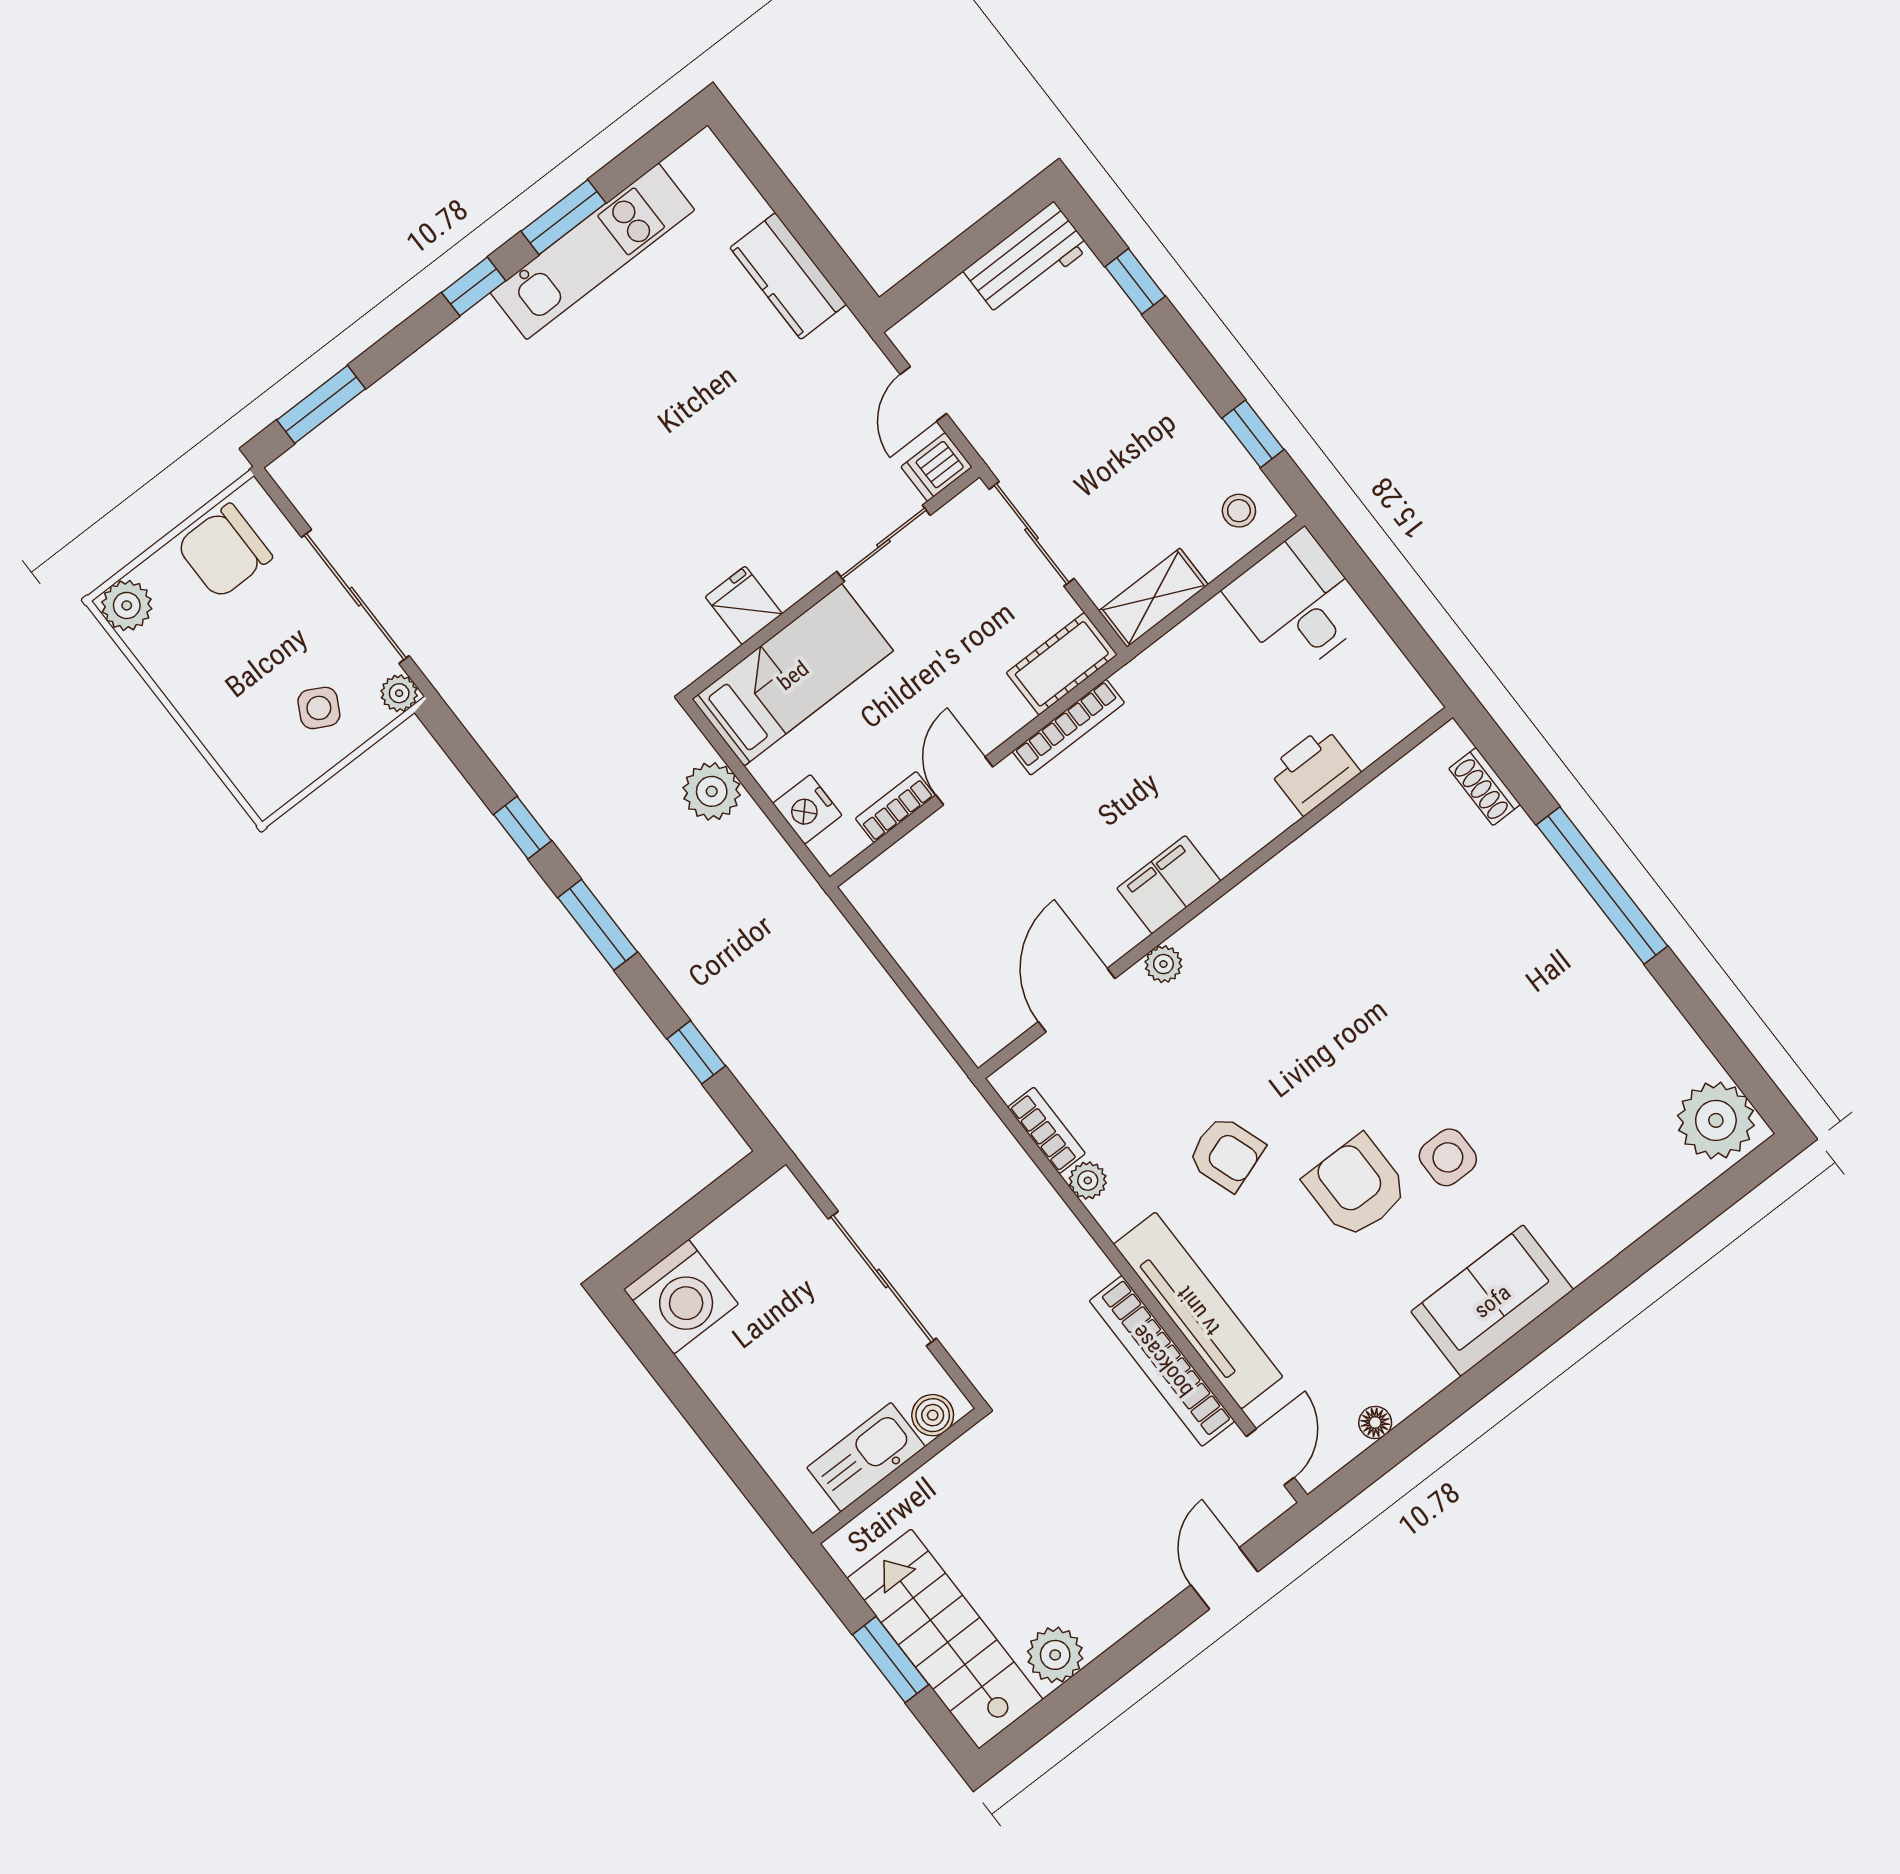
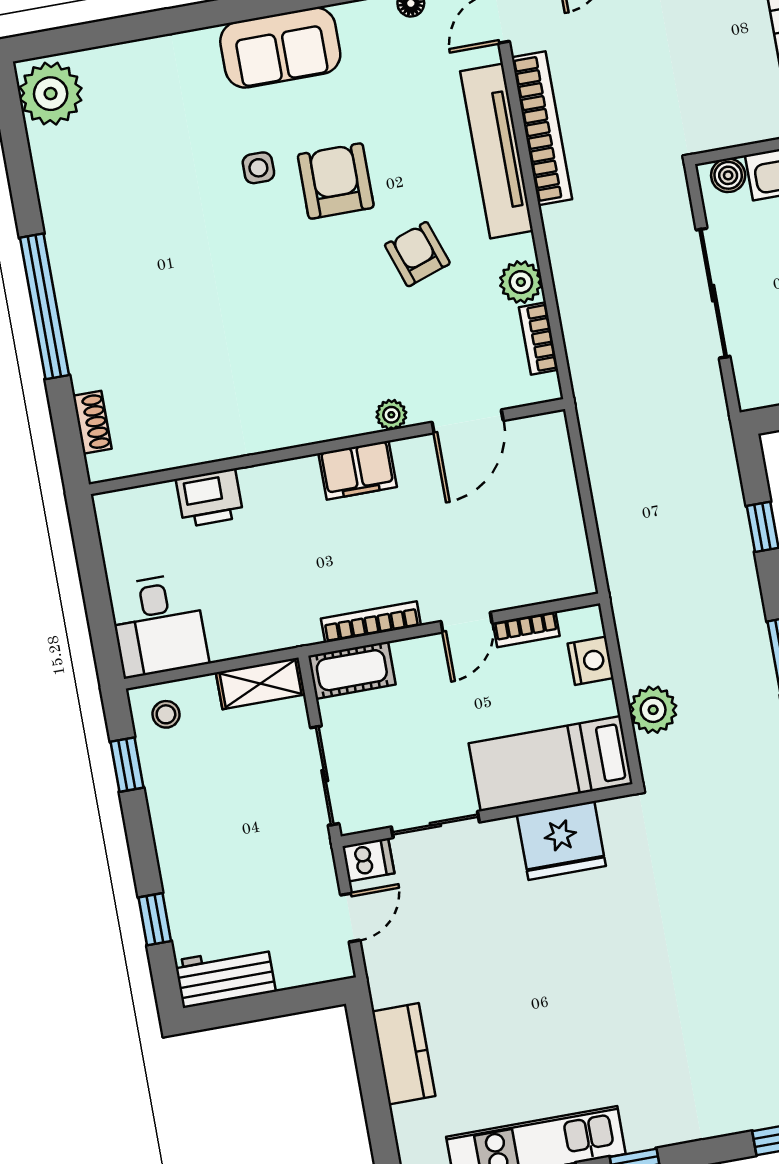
fridge: (744, 605) -> (561, 841), width x1.88, depth x1.34
side table: (1448, 1157) -> (258, 168), width x0.73, depth x0.73
plant: (1088, 1181) -> (521, 282), width x1.38, depth x1.38
armchair: (1356, 1187) -> (336, 181), turned 180

